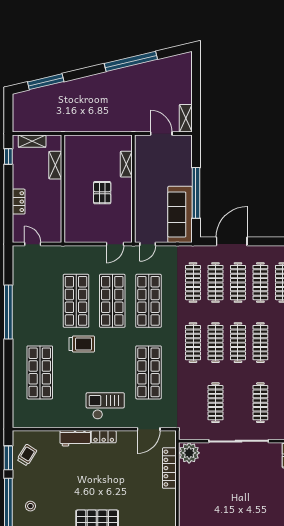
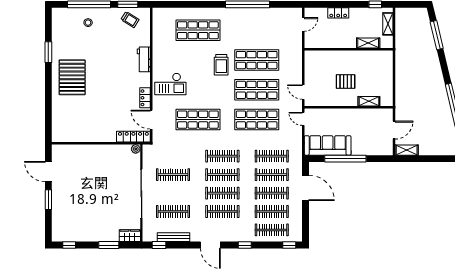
checkout: (105, 406) -> (170, 84), turned 90
locker: (104, 437) -> (145, 98), moved
plant: (189, 453) -> (136, 149), width x0.53, depth x0.53
locker: (169, 468) -> (133, 137), moved

